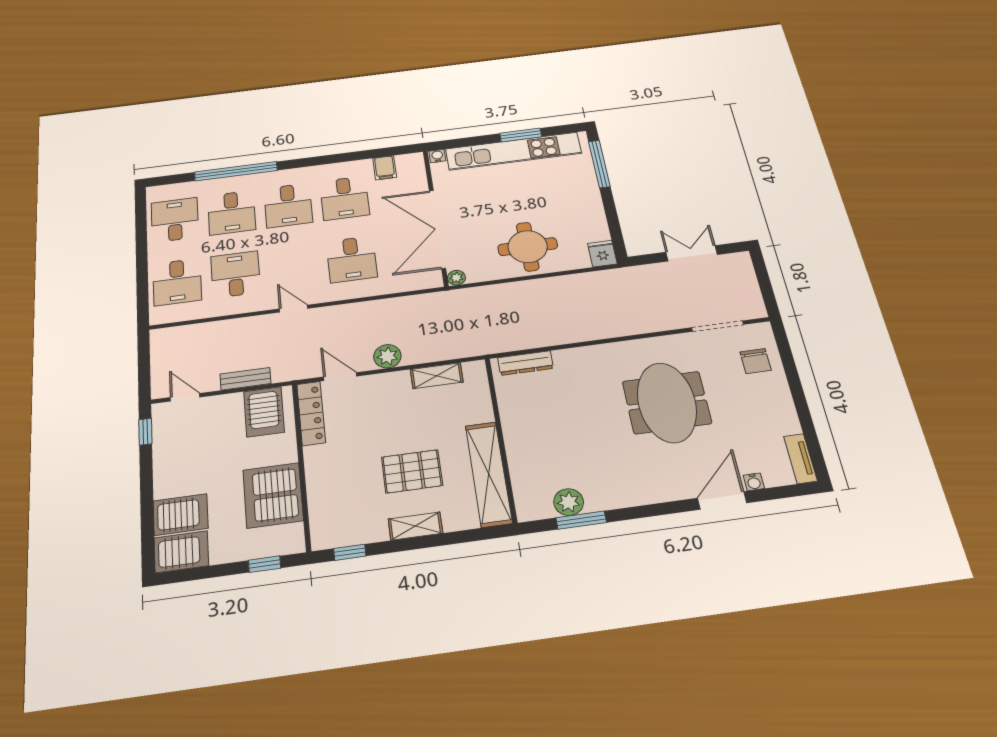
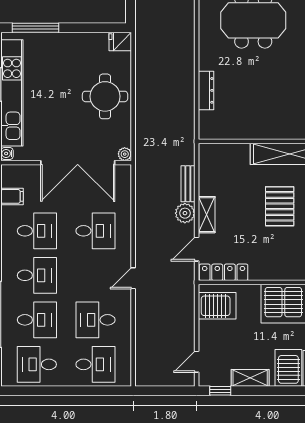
dresser: (525, 363) -> (206, 90), moved
shelving: (437, 376) -> (207, 215), moved
bench: (245, 379) -> (188, 184), moved
shelving: (165, 467) -> (250, 378), added

